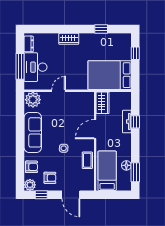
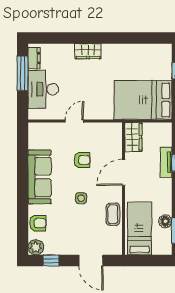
window: (101, 29) -> (131, 38), removed
window: (20, 66) -> (23, 73), moved
plant: (33, 100) -> (40, 133), removed
armchair: (50, 178) -> (82, 160), moved

